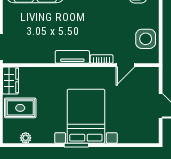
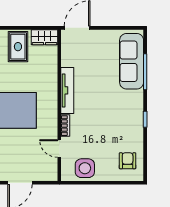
tv unit: (72, 57) -> (67, 90), width x1.41

